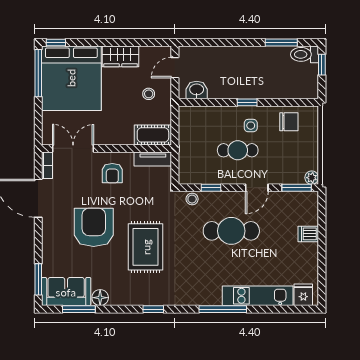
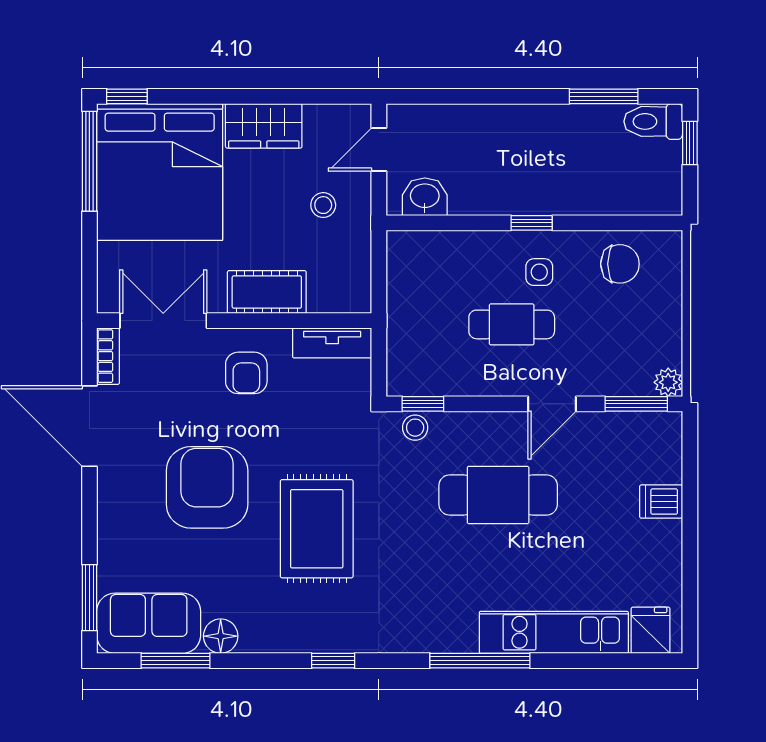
cot: (153, 135) -> (267, 292), moved
window: (211, 188) -> (423, 404), moved

